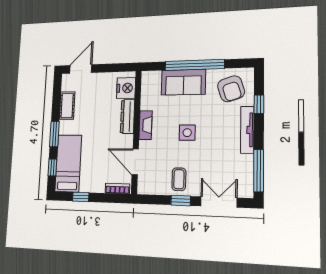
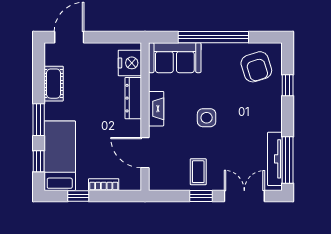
sofa: (183, 82) -> (175, 58), moved
tv unit: (247, 130) -> (275, 159), moved
bookcase: (117, 189) -> (104, 185), moved

